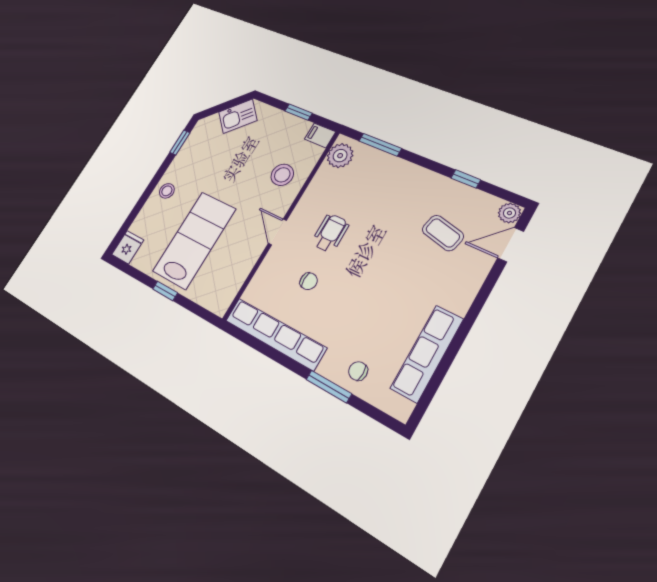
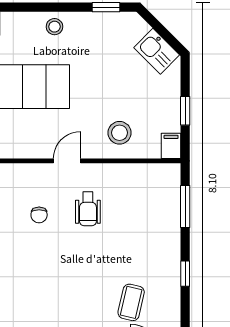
plant: (340, 156) -> (160, 176), removed
window: (466, 179) -> (185, 274), moved
wheelchair: (330, 233) -> (88, 209), turned 90

